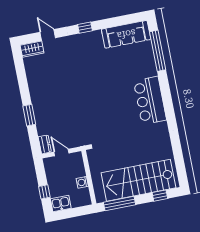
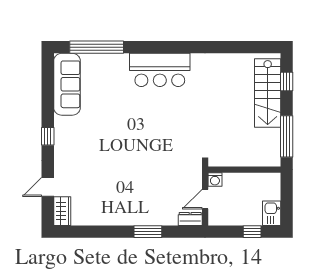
stairs: (138, 180) -> (268, 93), width x0.73, depth x0.66
washing machine: (82, 182) -> (215, 180), moved

